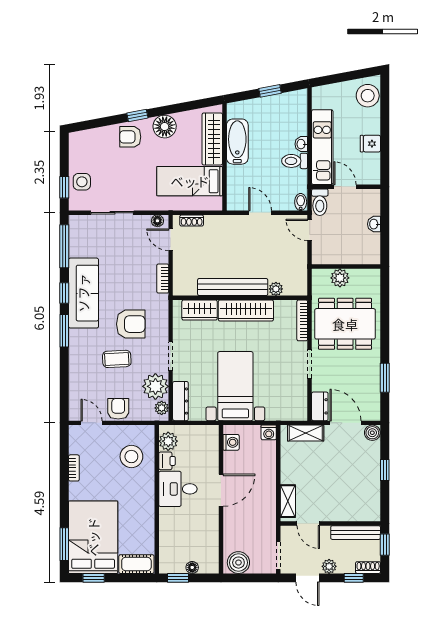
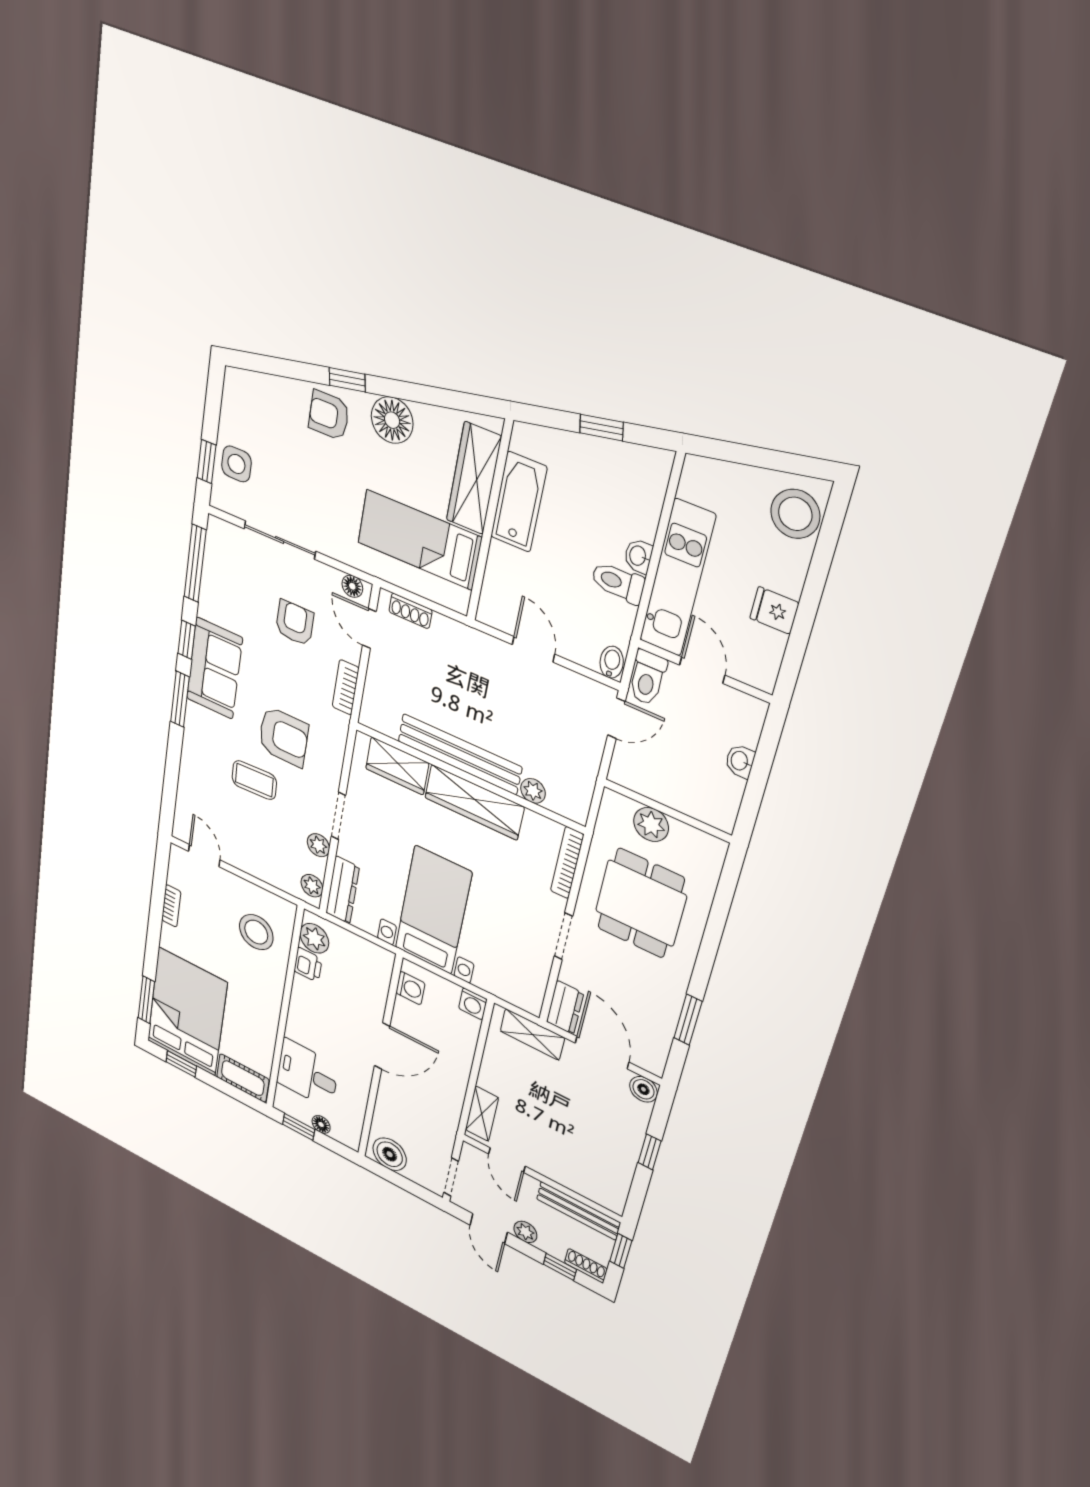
door: (310, 230) -> (616, 718), swing flipped
sofa: (83, 293) -> (214, 668), width x0.73
dining table: (345, 324) -> (641, 903), width x0.73
plant: (155, 386) -> (318, 845), width x0.53, depth x0.53
armchair: (118, 409) -> (295, 623), moved
desk: (178, 489) -> (307, 1074), moved

